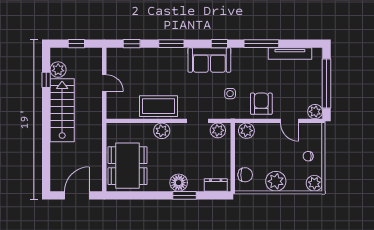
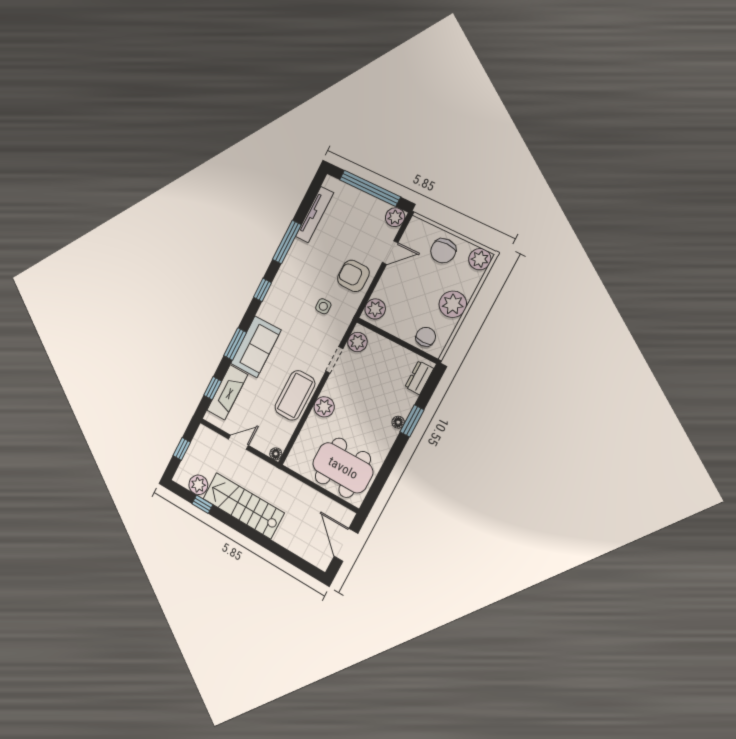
fireplace: (134, 56) -> (227, 392), added
sofa: (209, 60) -> (256, 347), moved
floor lamp: (111, 114) -> (276, 454), added
chair: (308, 156) -> (443, 251), width x1.87, depth x1.87
floor lamp: (179, 183) -> (398, 422), width x0.53, depth x0.53

